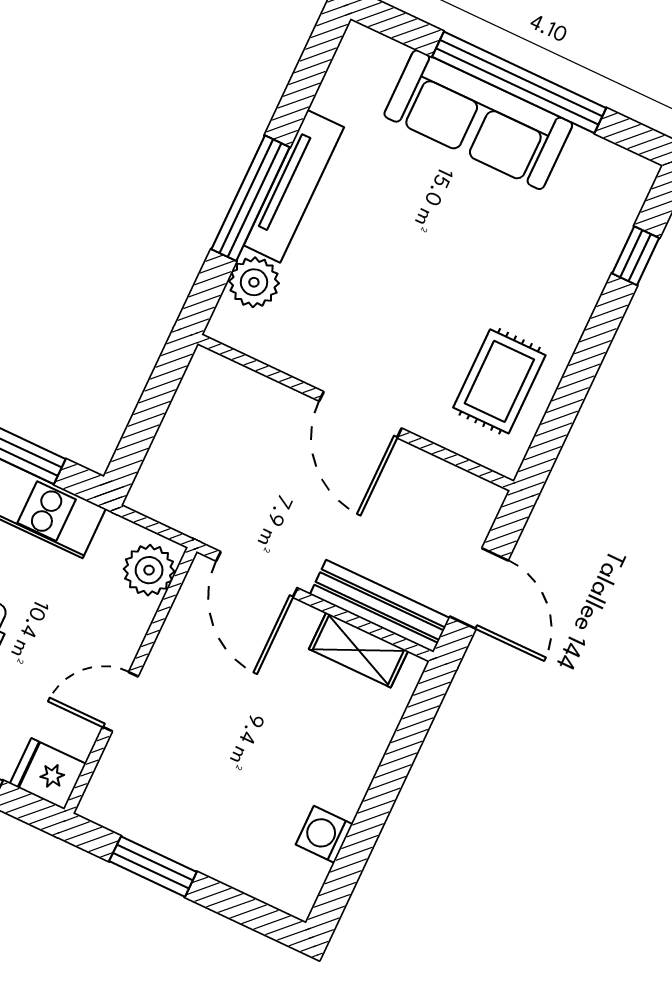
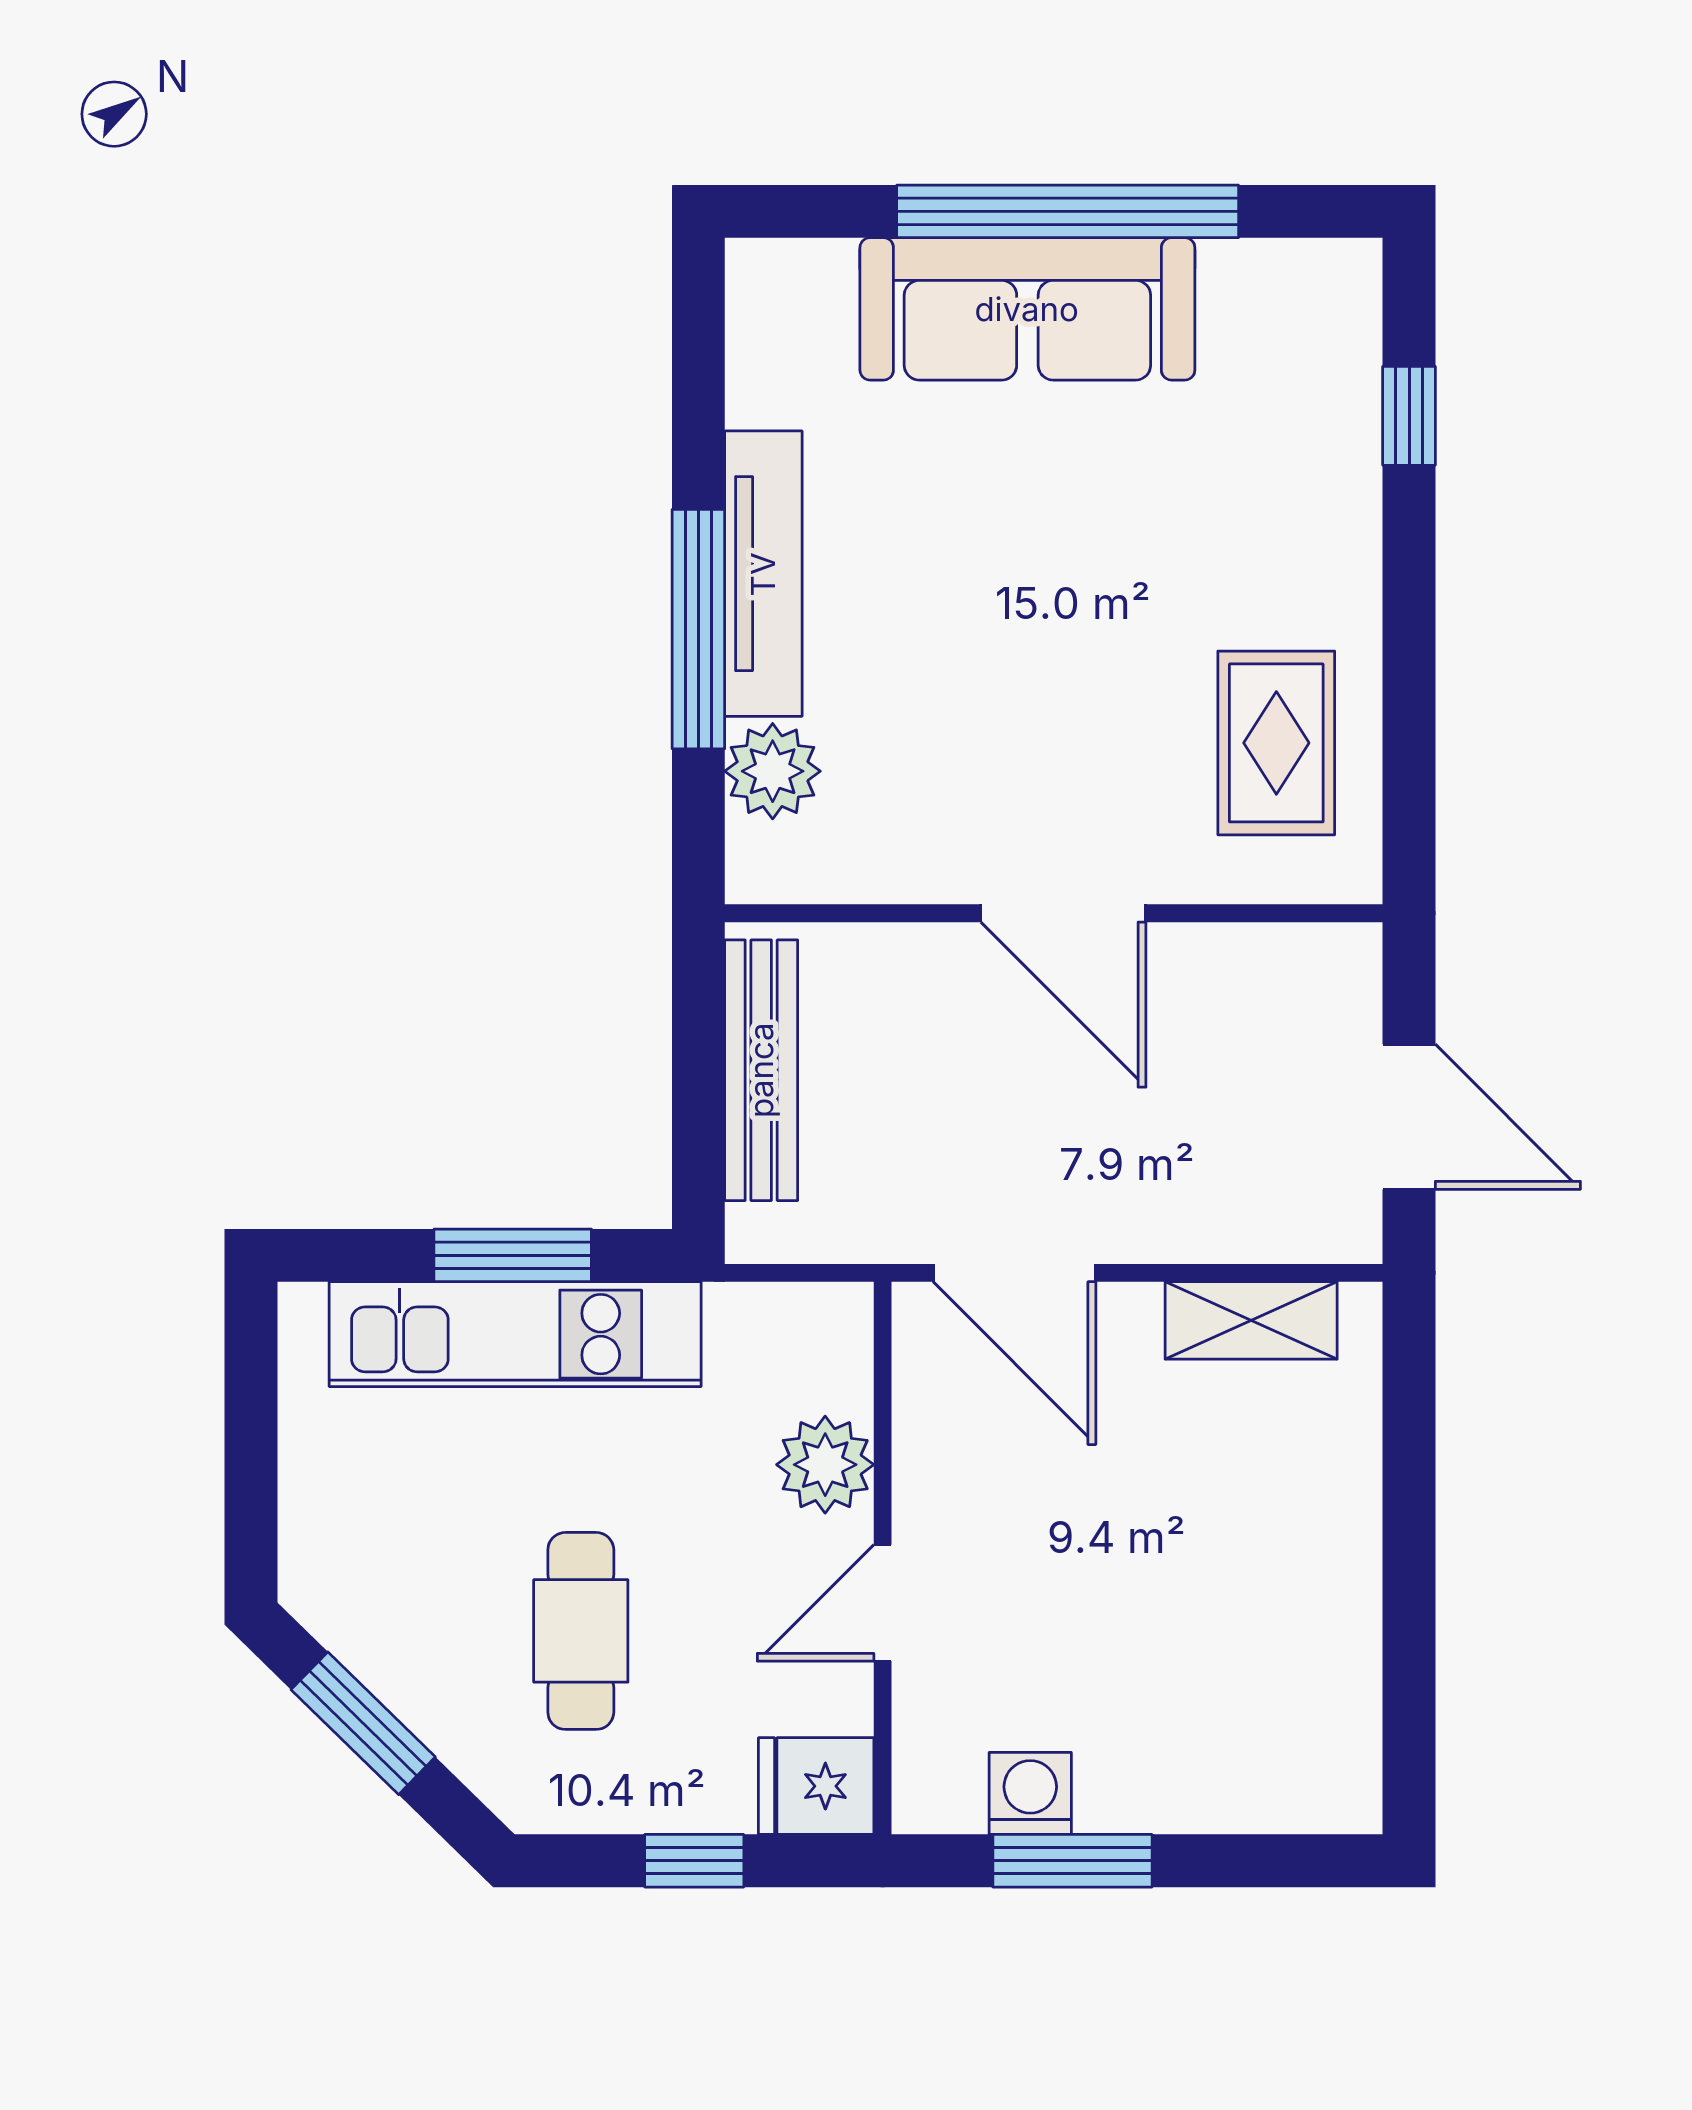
plant: (149, 570) -> (825, 1465), moved
bench: (380, 606) -> (761, 1070), moved, turned 90
washing machine: (324, 834) -> (1030, 1793), moved, turned 90

